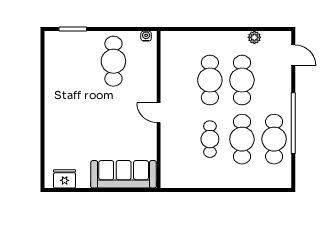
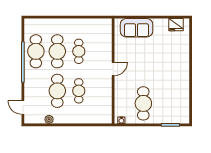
cafe table: (210, 80) -> (79, 91), width x0.73, depth x0.74
door: (159, 113) -> (113, 69), hinge flipped
sofa: (124, 174) -> (136, 28), width x0.73

